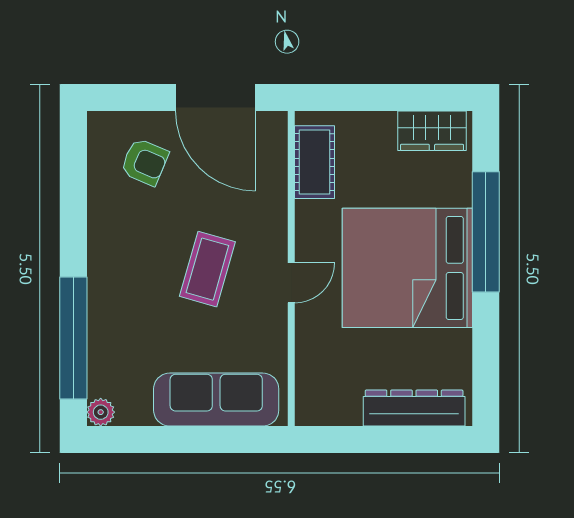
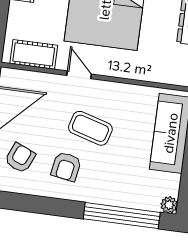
armchair: (141, 238) -> (66, 167), added
door: (291, 283) -> (79, 75), moved

